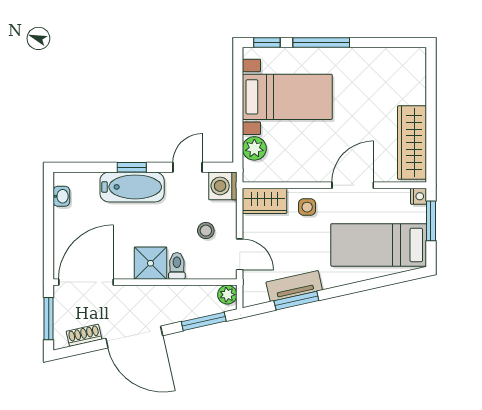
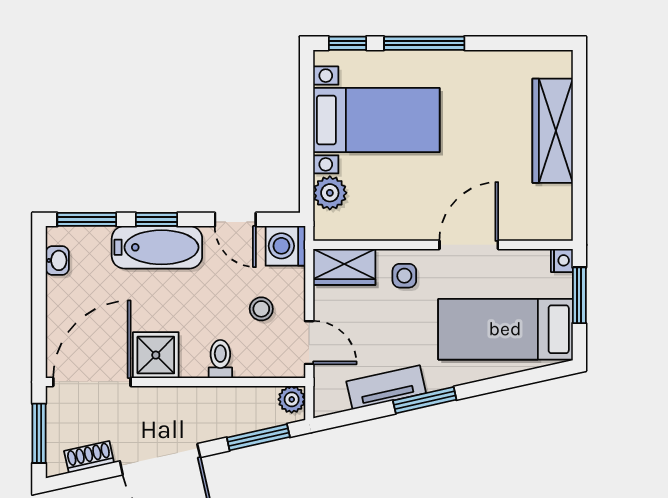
wardrobe: (412, 143) -> (553, 131), moved
window: (82, 167) -> (87, 219), added
door: (187, 167) -> (235, 219), swing flipped
shower: (151, 263) -> (156, 355), moved
window: (296, 301) -> (425, 400), moved

